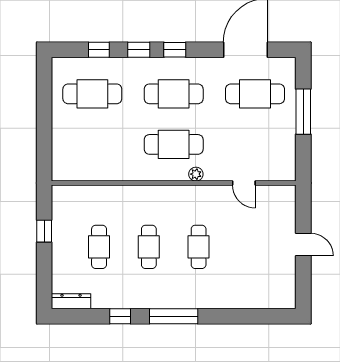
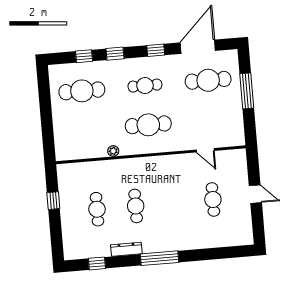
window: (175, 50) -> (156, 50), moved
cafe table: (174, 94) -> (145, 86), width x0.73, depth x0.74
plant: (196, 174) -> (113, 151), moved
cafe table: (199, 247) -> (213, 199), moved
dresser: (71, 301) -> (126, 249), moved
window: (120, 316) -> (97, 263), moved

